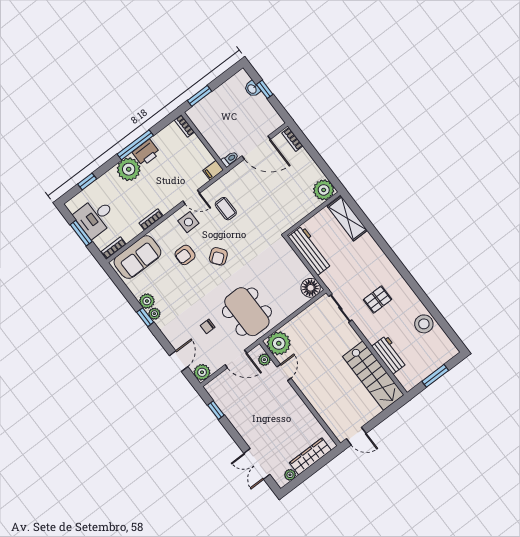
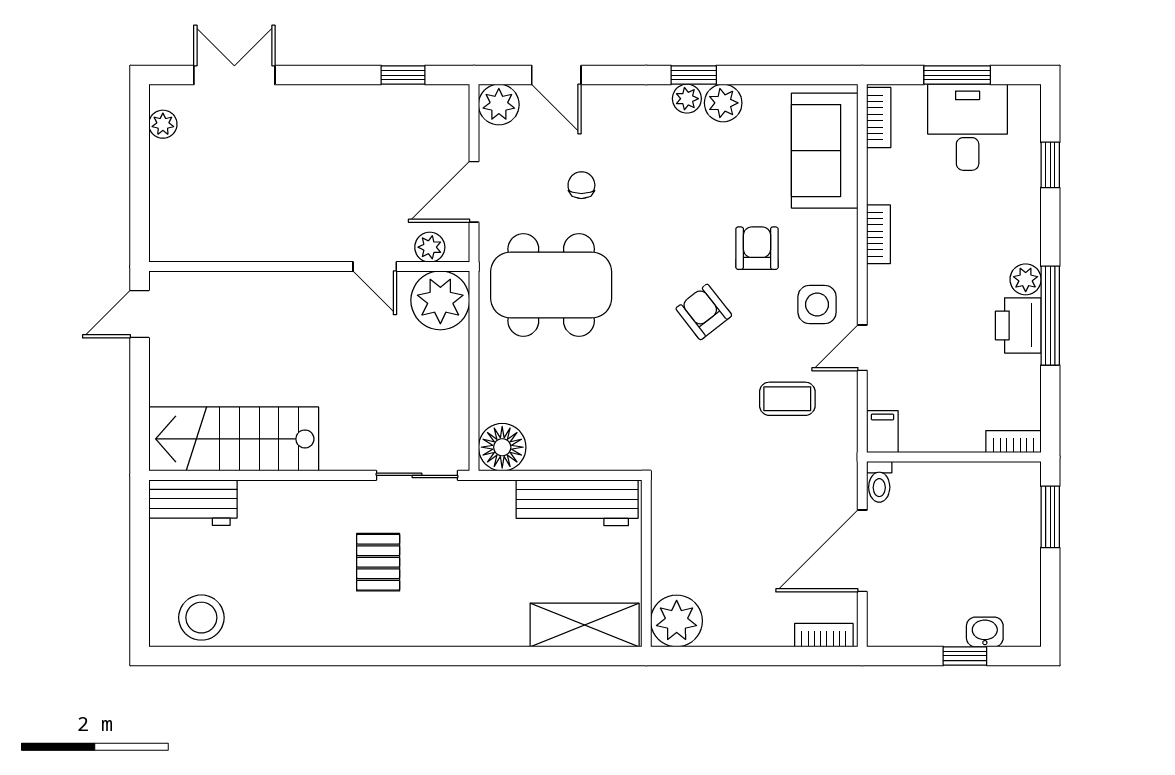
plant: (129, 169) -> (1026, 279), width x0.53, depth x0.53
stool: (424, 324) -> (201, 618), moved
workbench: (389, 355) -> (193, 503), moved
window: (435, 376) -> (140, 561), removed
wardrobe: (310, 456) -> (169, 192), removed

